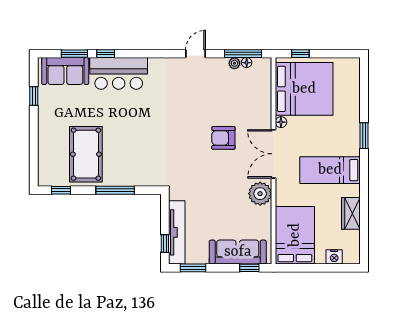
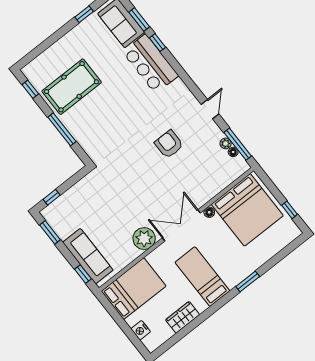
door: (196, 54) -> (210, 109), hinge flipped
window: (300, 54) -> (290, 210), moved
armchair: (223, 138) -> (169, 144), moved
tv unit: (177, 232) -> (67, 200), removed

